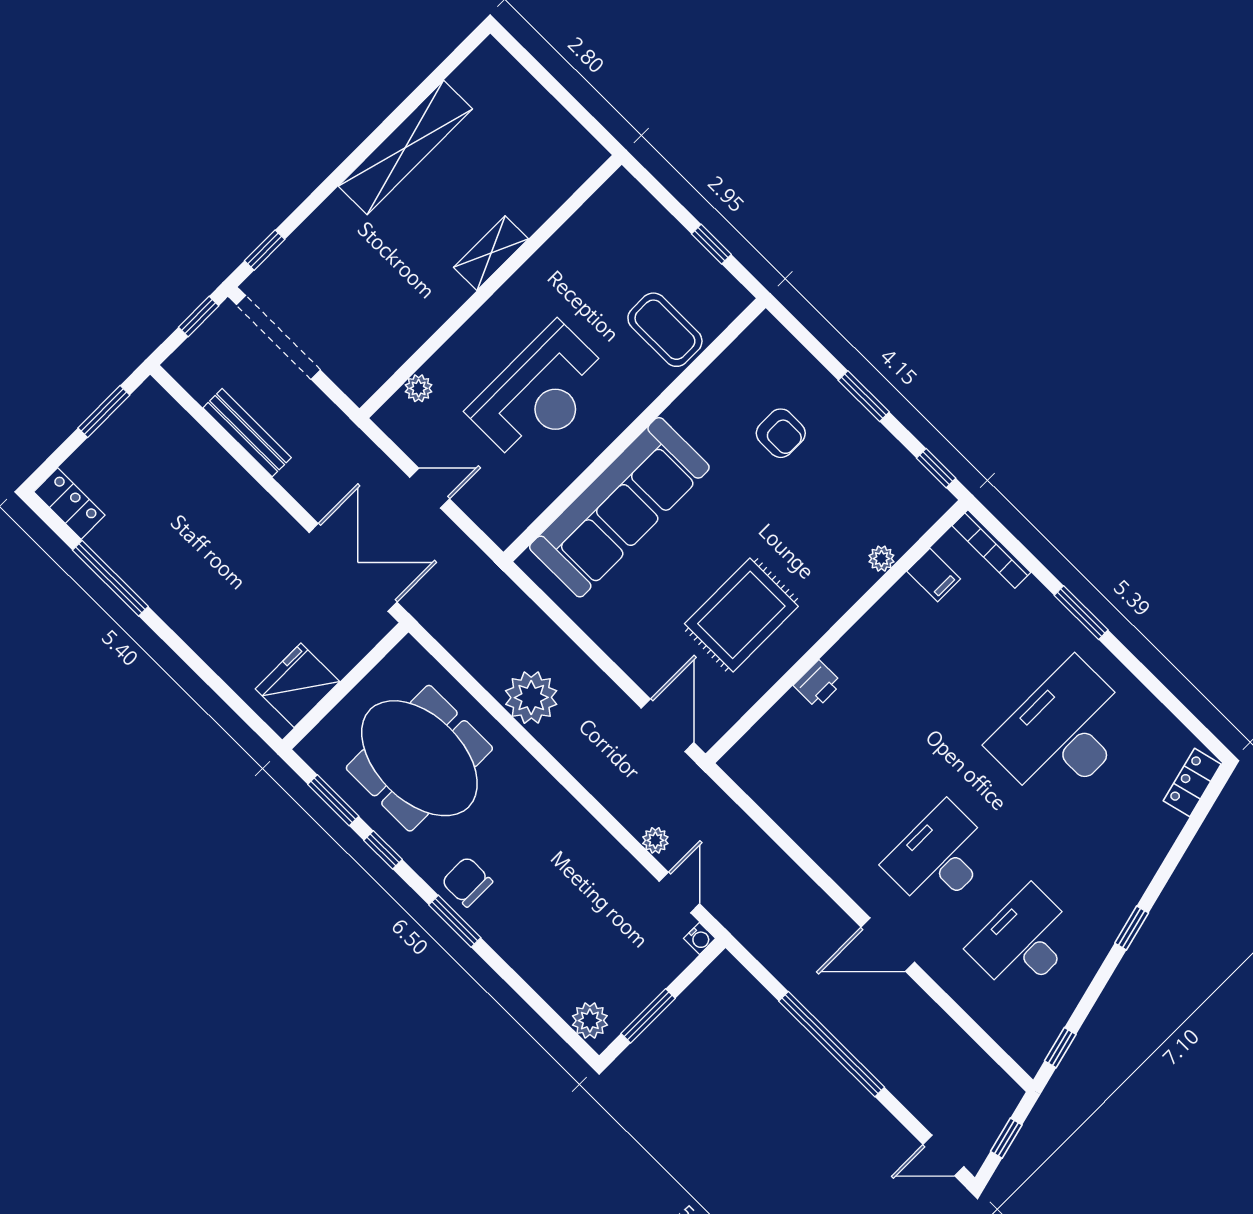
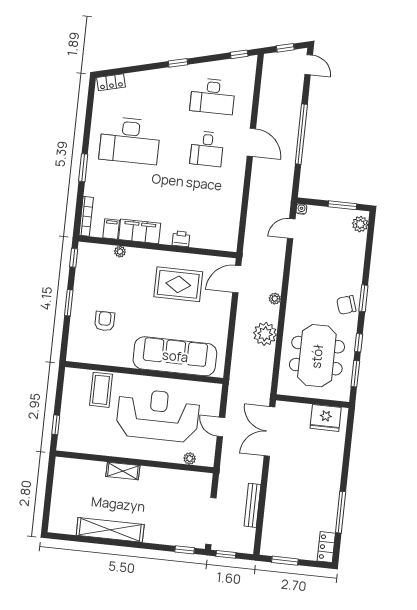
window: (711, 244) -> (56, 425), moved
reception desk: (540, 394) -> (158, 415), width x1.36, depth x1.30
filing cabinet: (889, 622) -> (140, 231), added
plant: (655, 840) -> (275, 299), moved
desk: (939, 857) -> (207, 149), width x0.73
chair: (467, 882) -> (346, 305), turned 72

